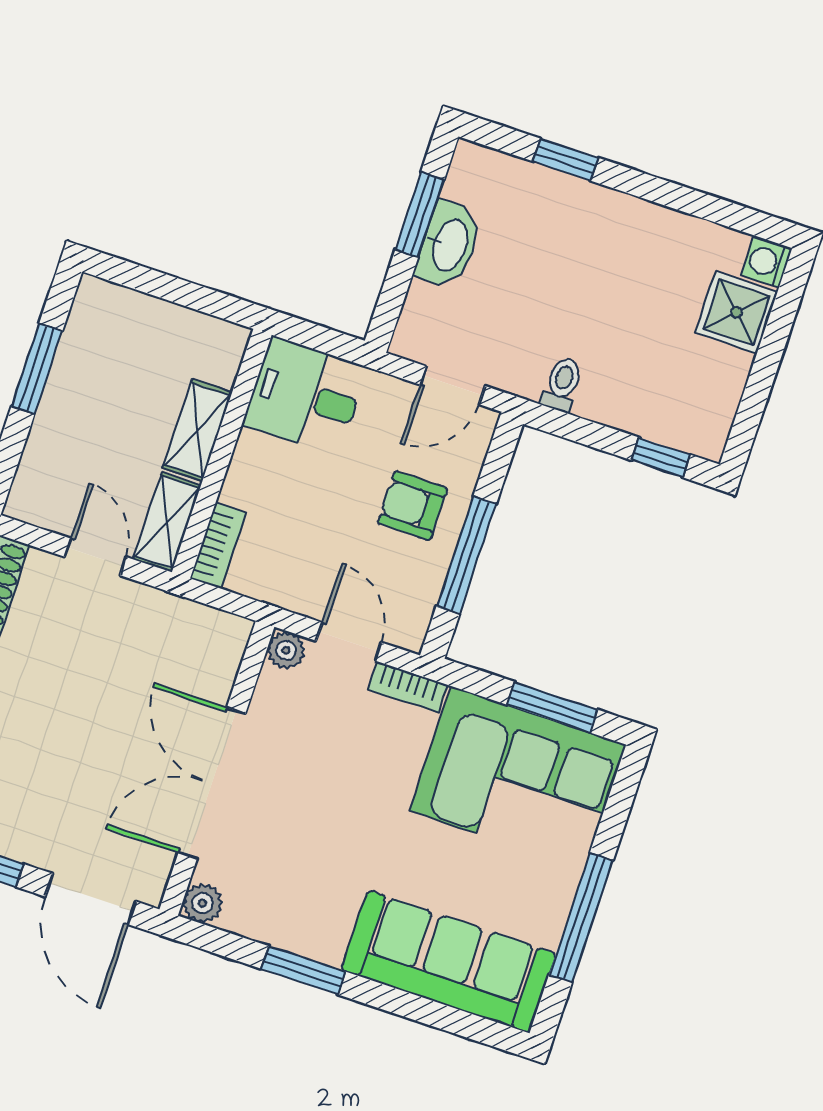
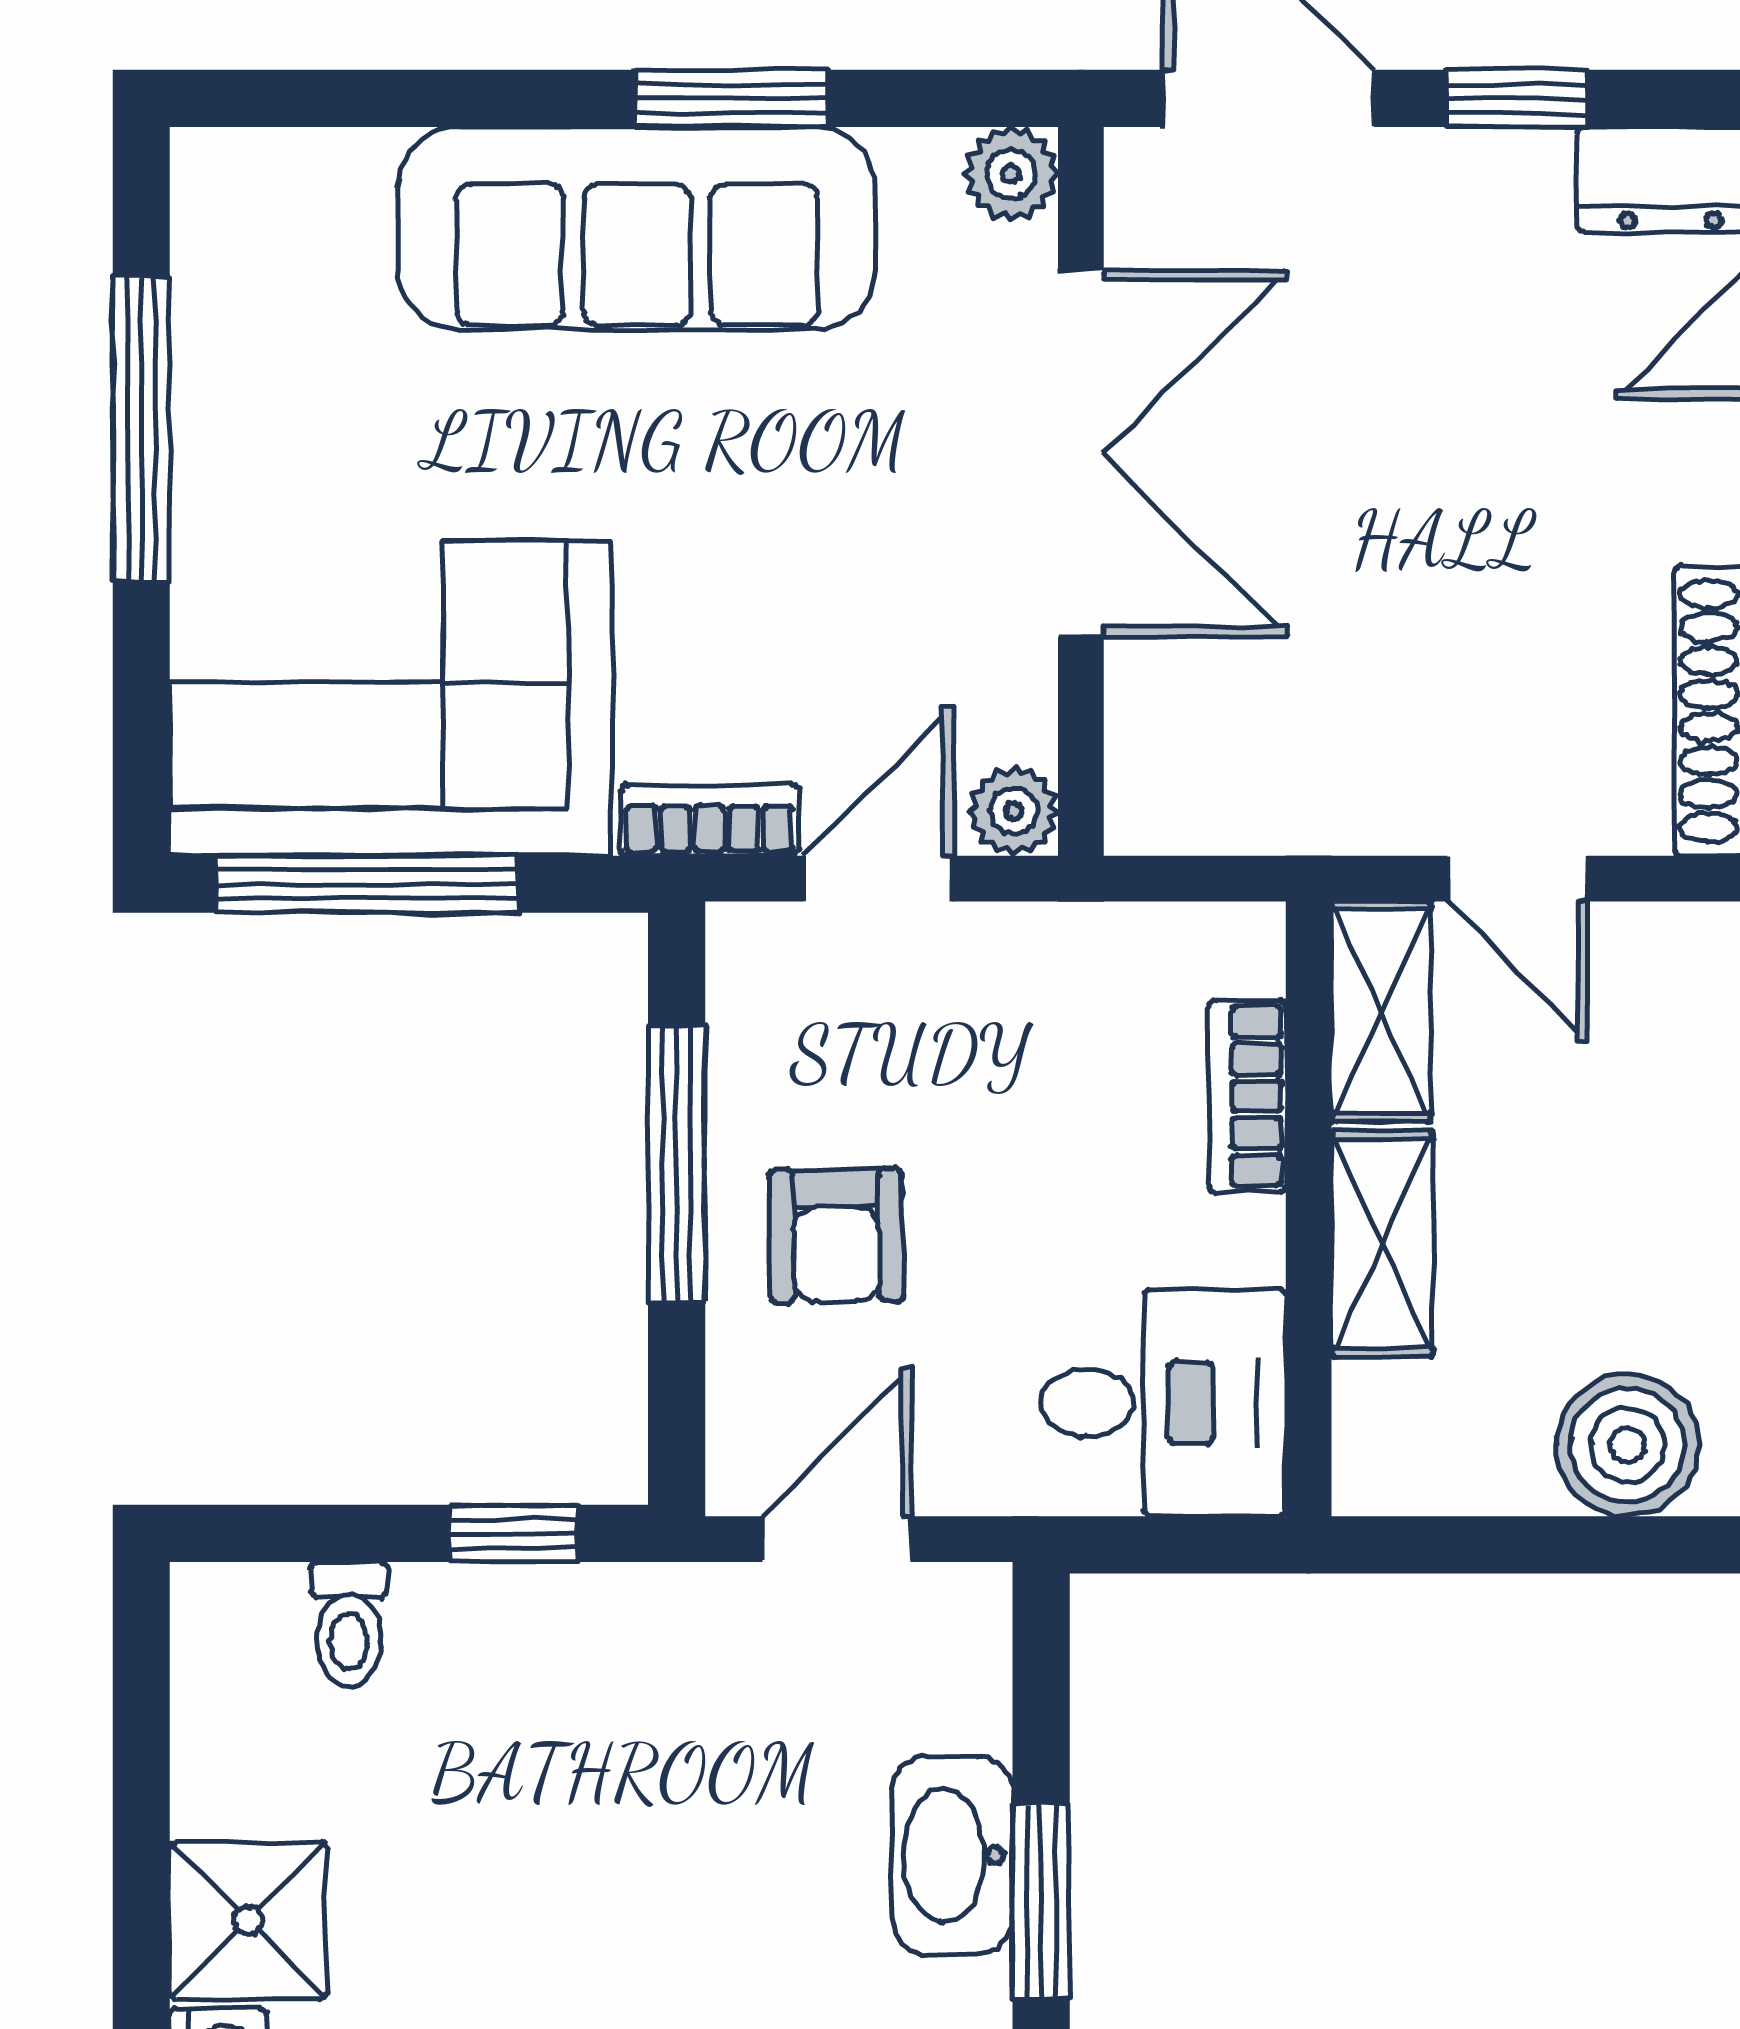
boiler: (127, 318) -> (1627, 1445), added
toilet: (562, 384) -> (349, 1624), moved
window: (661, 457) -> (513, 1533), moved
armchair: (413, 506) -> (836, 1236), turned 89
bookcase: (218, 545) -> (1247, 1096), moved
door: (349, 642) -> (878, 879), swing flipped
window: (552, 707) -> (367, 884), width x1.44
sofa: (449, 962) -> (637, 228), moved

